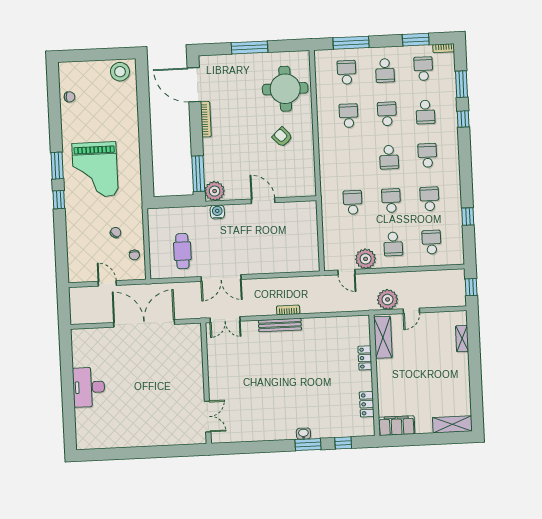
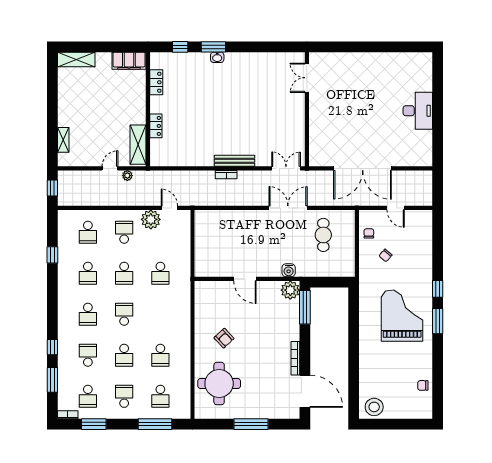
plant: (388, 300) -> (127, 176), width x0.53, depth x0.53

